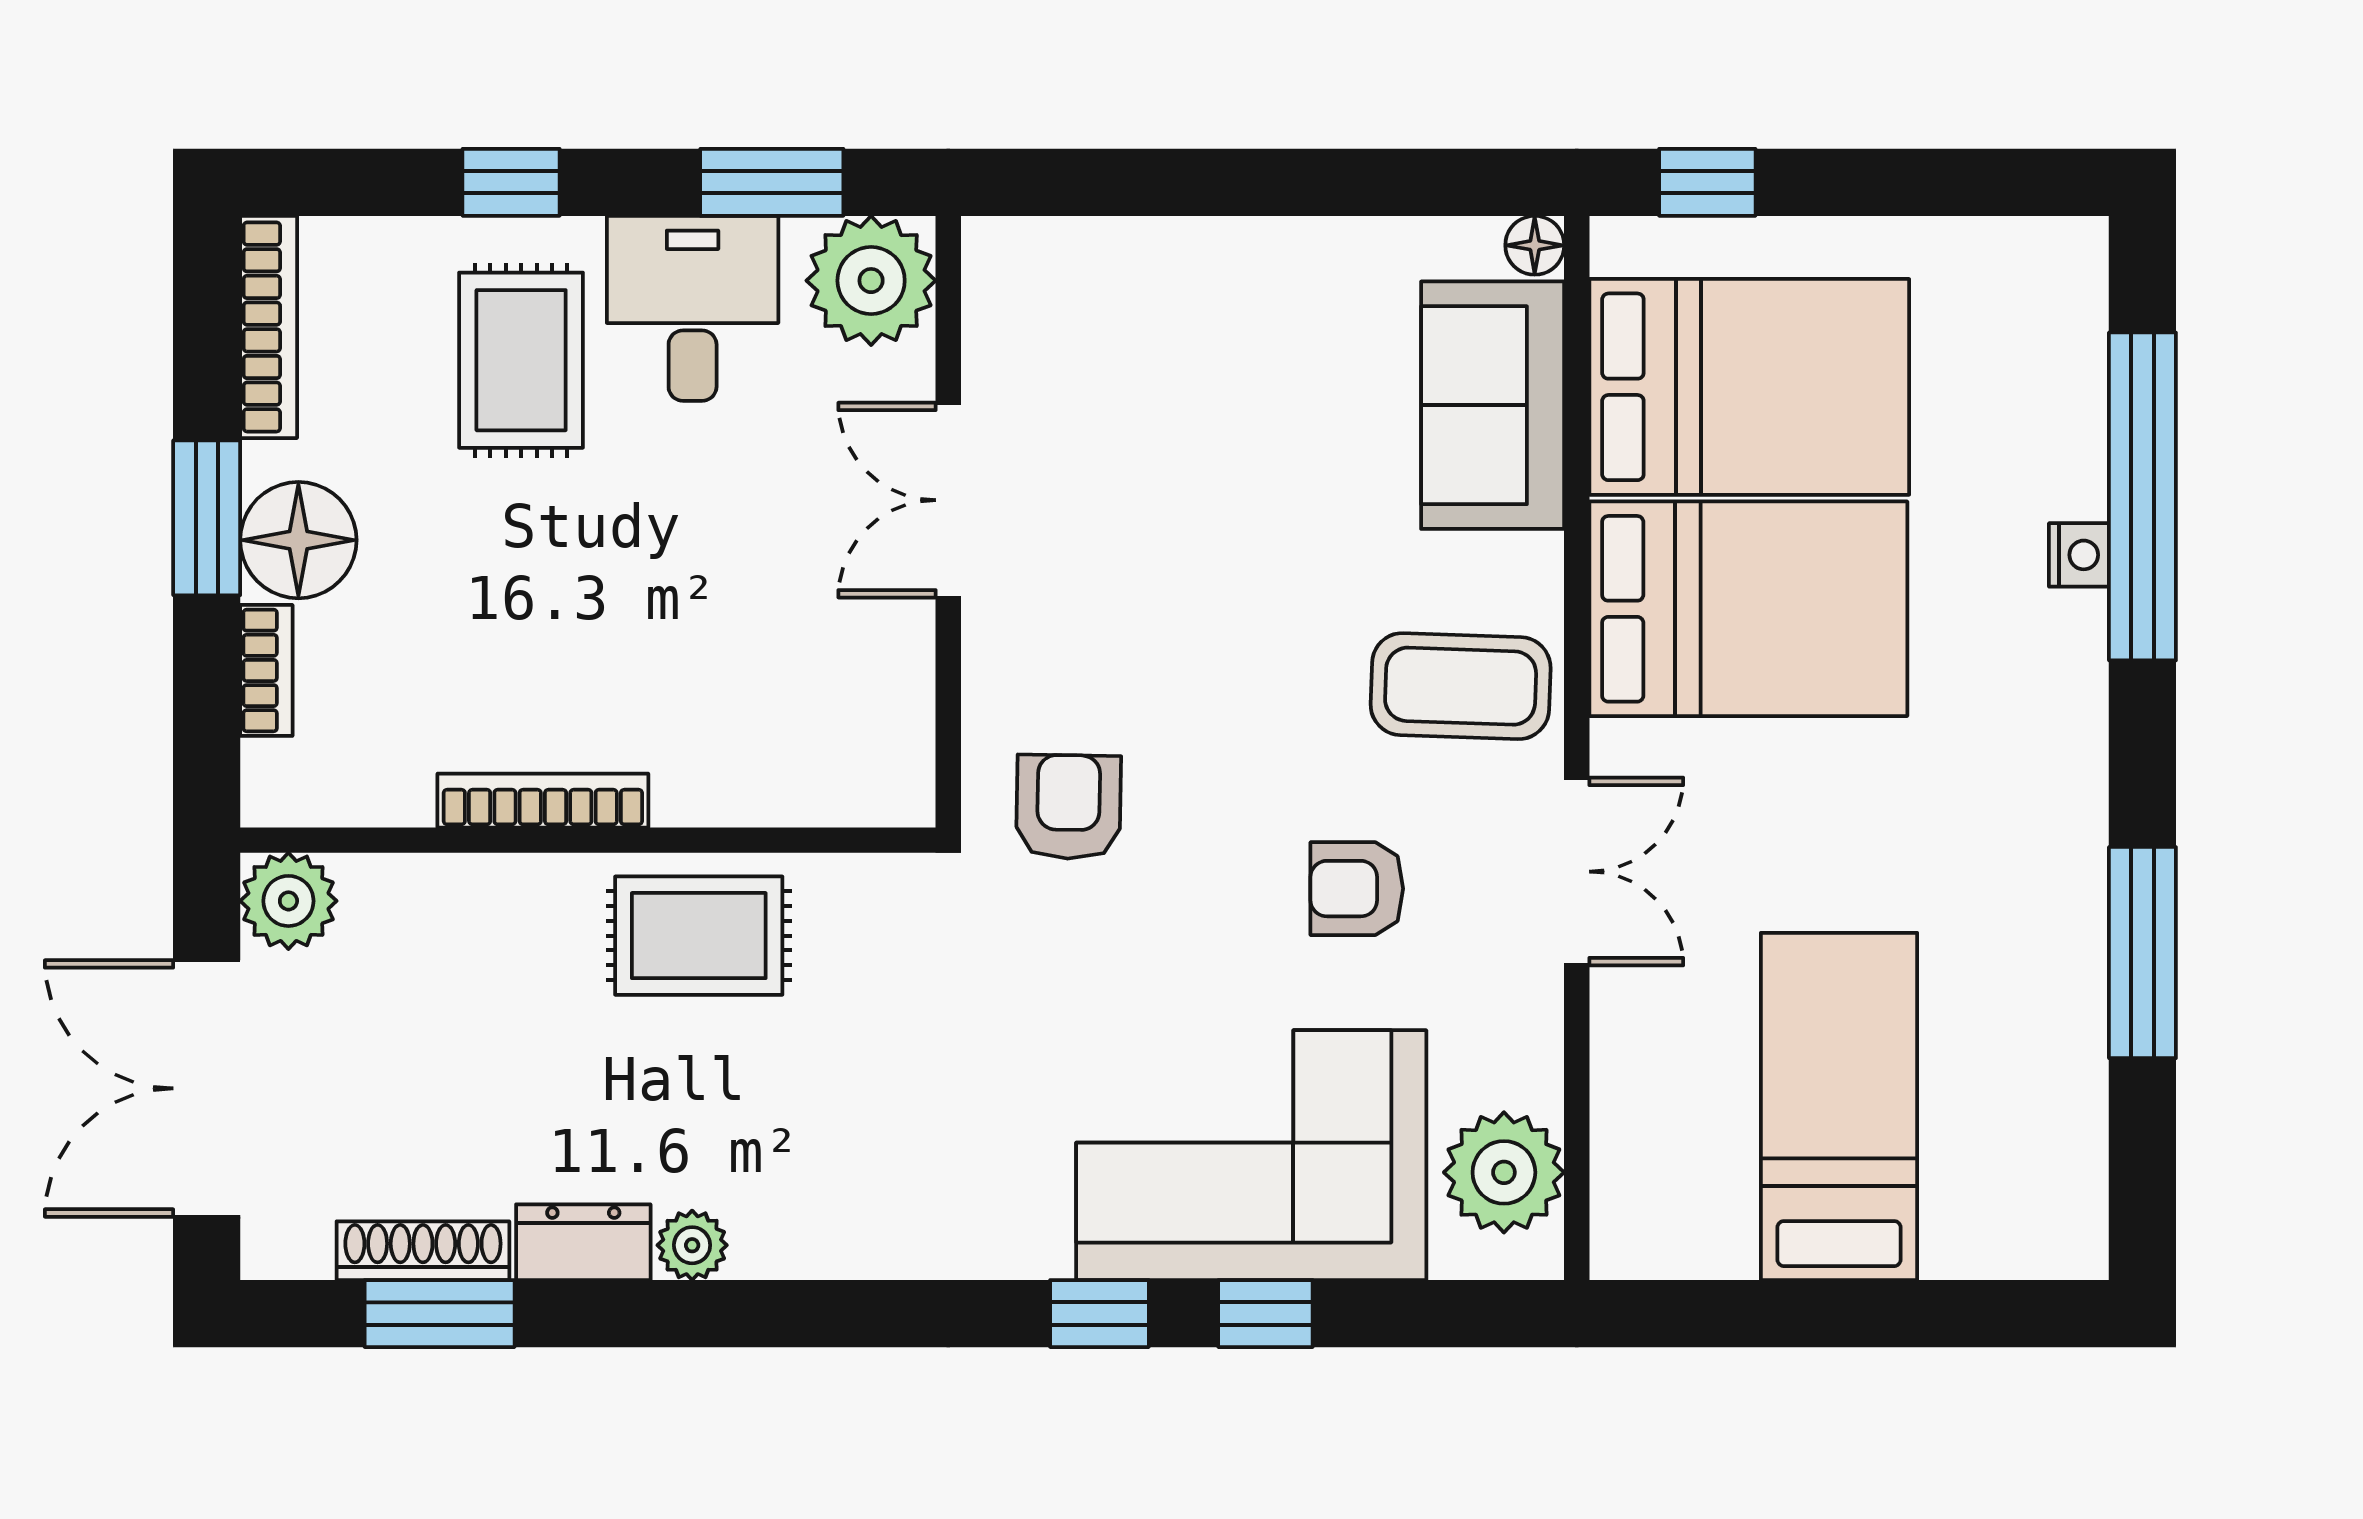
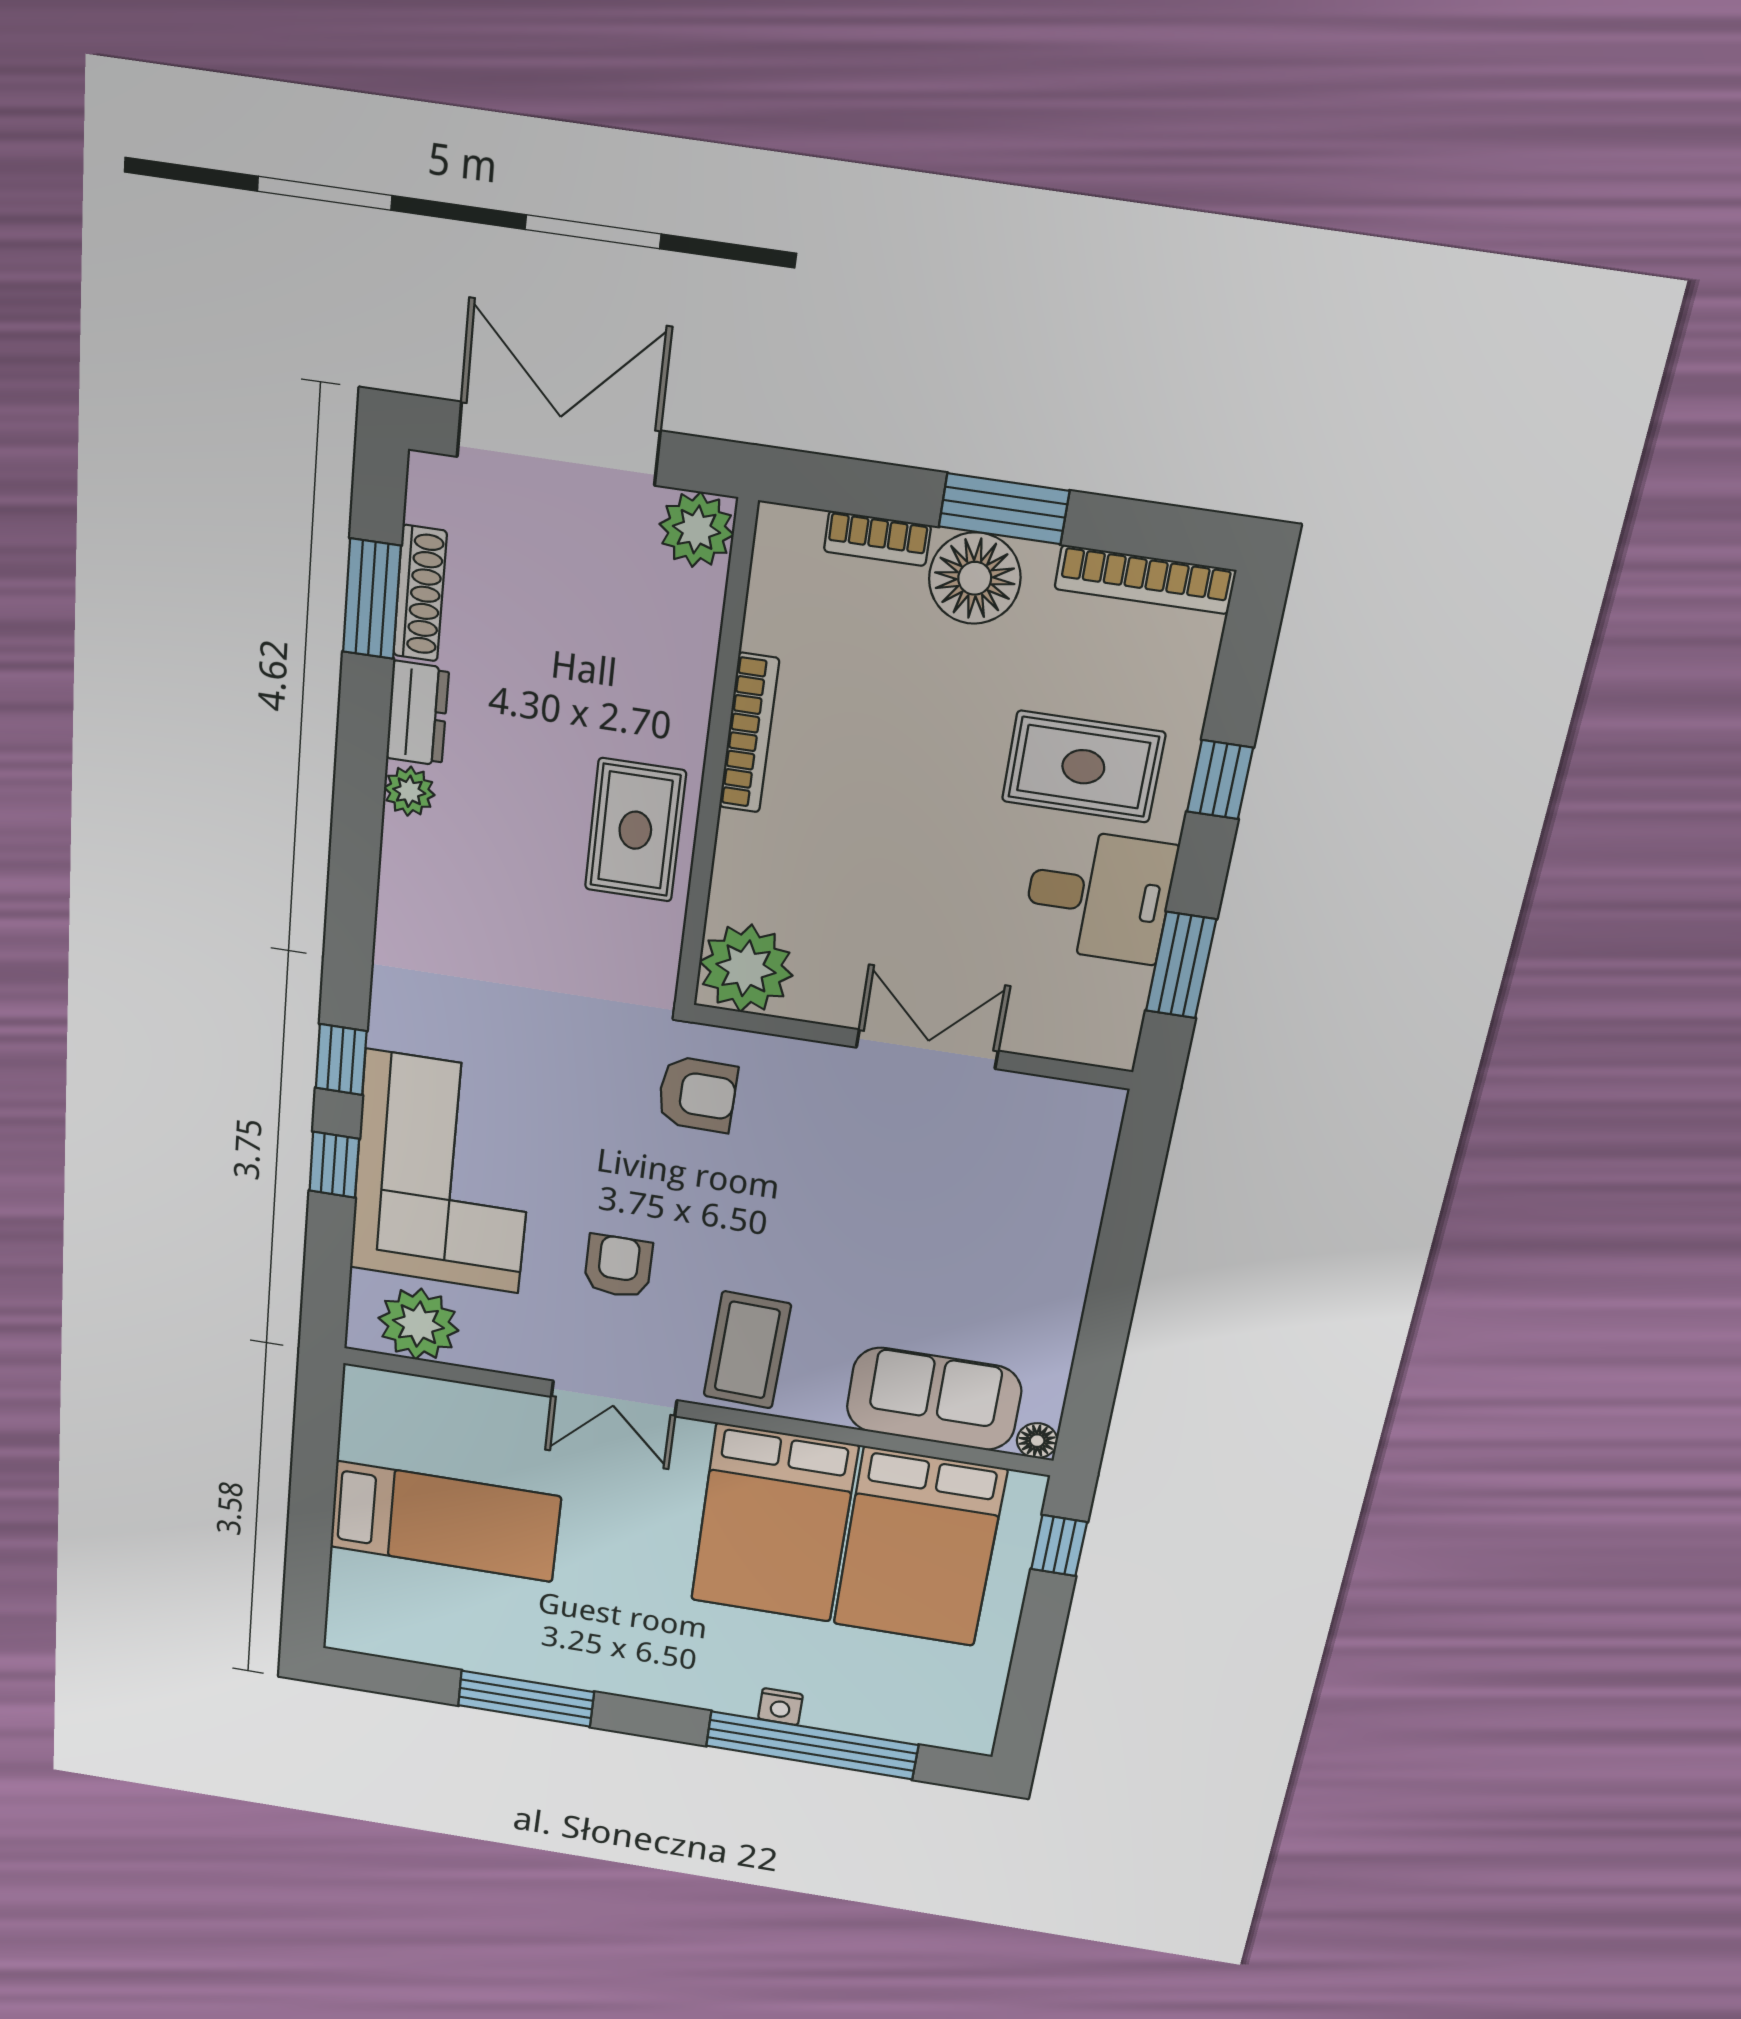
plant: (871, 281) -> (746, 968), moved

